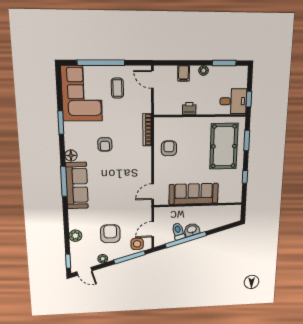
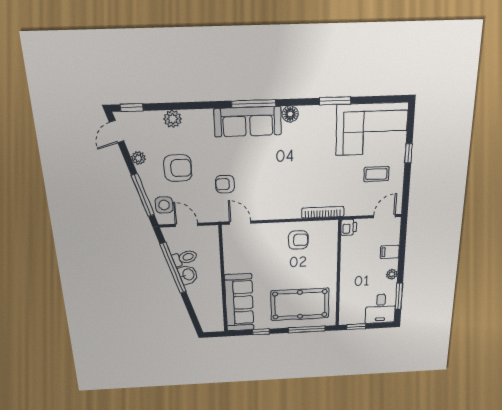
window: (101, 63) -> (408, 153), width x0.32
desk: (233, 101) -> (381, 309), moved
printer: (189, 108) -> (349, 227), moved
window: (247, 141) -> (307, 329), width x1.44
armchair: (105, 144) -> (225, 184), moved
sofa: (194, 194) -> (239, 303), moved

